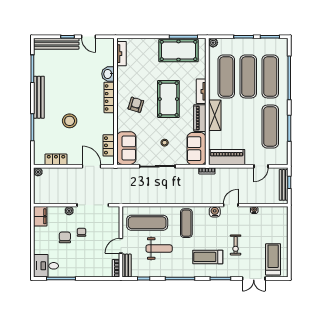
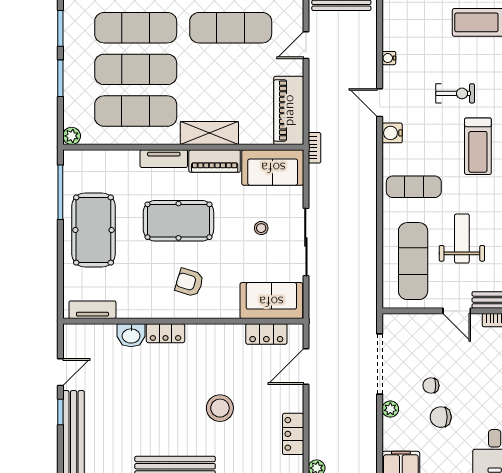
pool table: (178, 51) -> (93, 230), moved
locker: (109, 97) -> (166, 333), width x0.66
door: (261, 166) -> (306, 45), swing flipped

